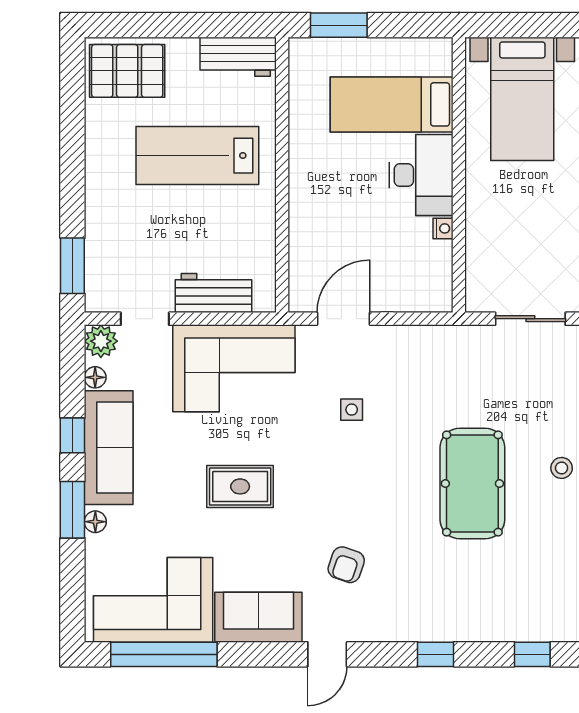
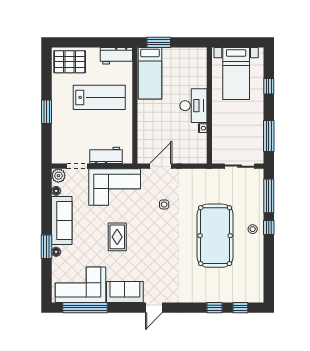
bed: (392, 104) -> (150, 73), moved, turned -90
lab bench: (197, 156) -> (99, 97), turned 180
window: (72, 266) -> (46, 112), moved
window: (72, 435) -> (46, 215), removed
pool table: (472, 484) -> (215, 236), width x1.36, depth x1.32
rug: (240, 486) -> (117, 237), turned 90
armchair: (346, 565) -> (162, 270), removed
window: (436, 654) -> (215, 308), moved

